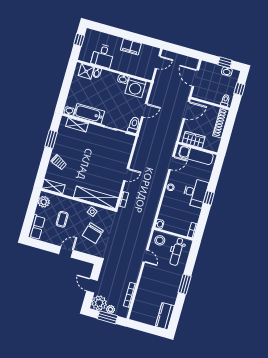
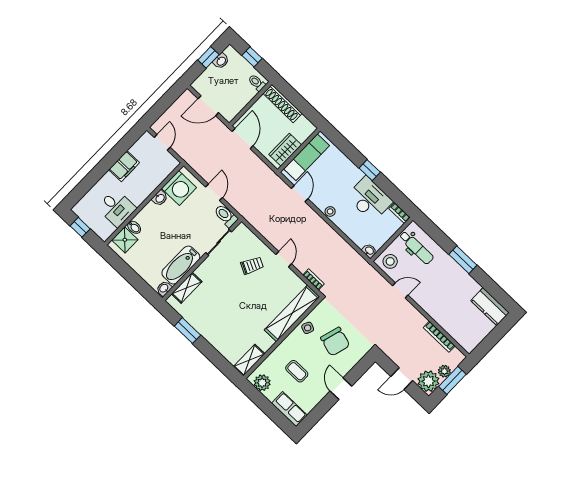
trolley: (59, 162) -> (252, 265), moved
desk: (195, 193) -> (369, 199), moved

